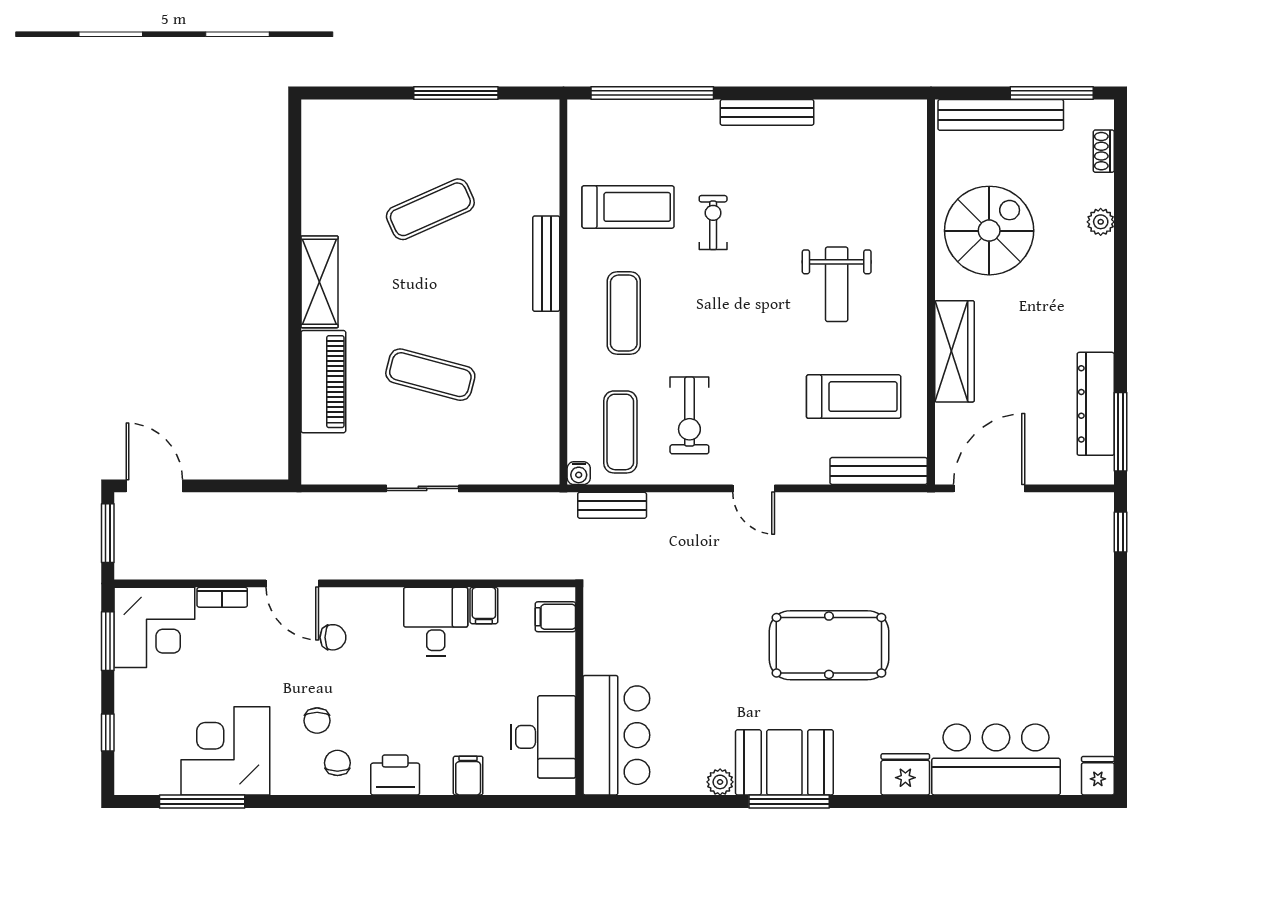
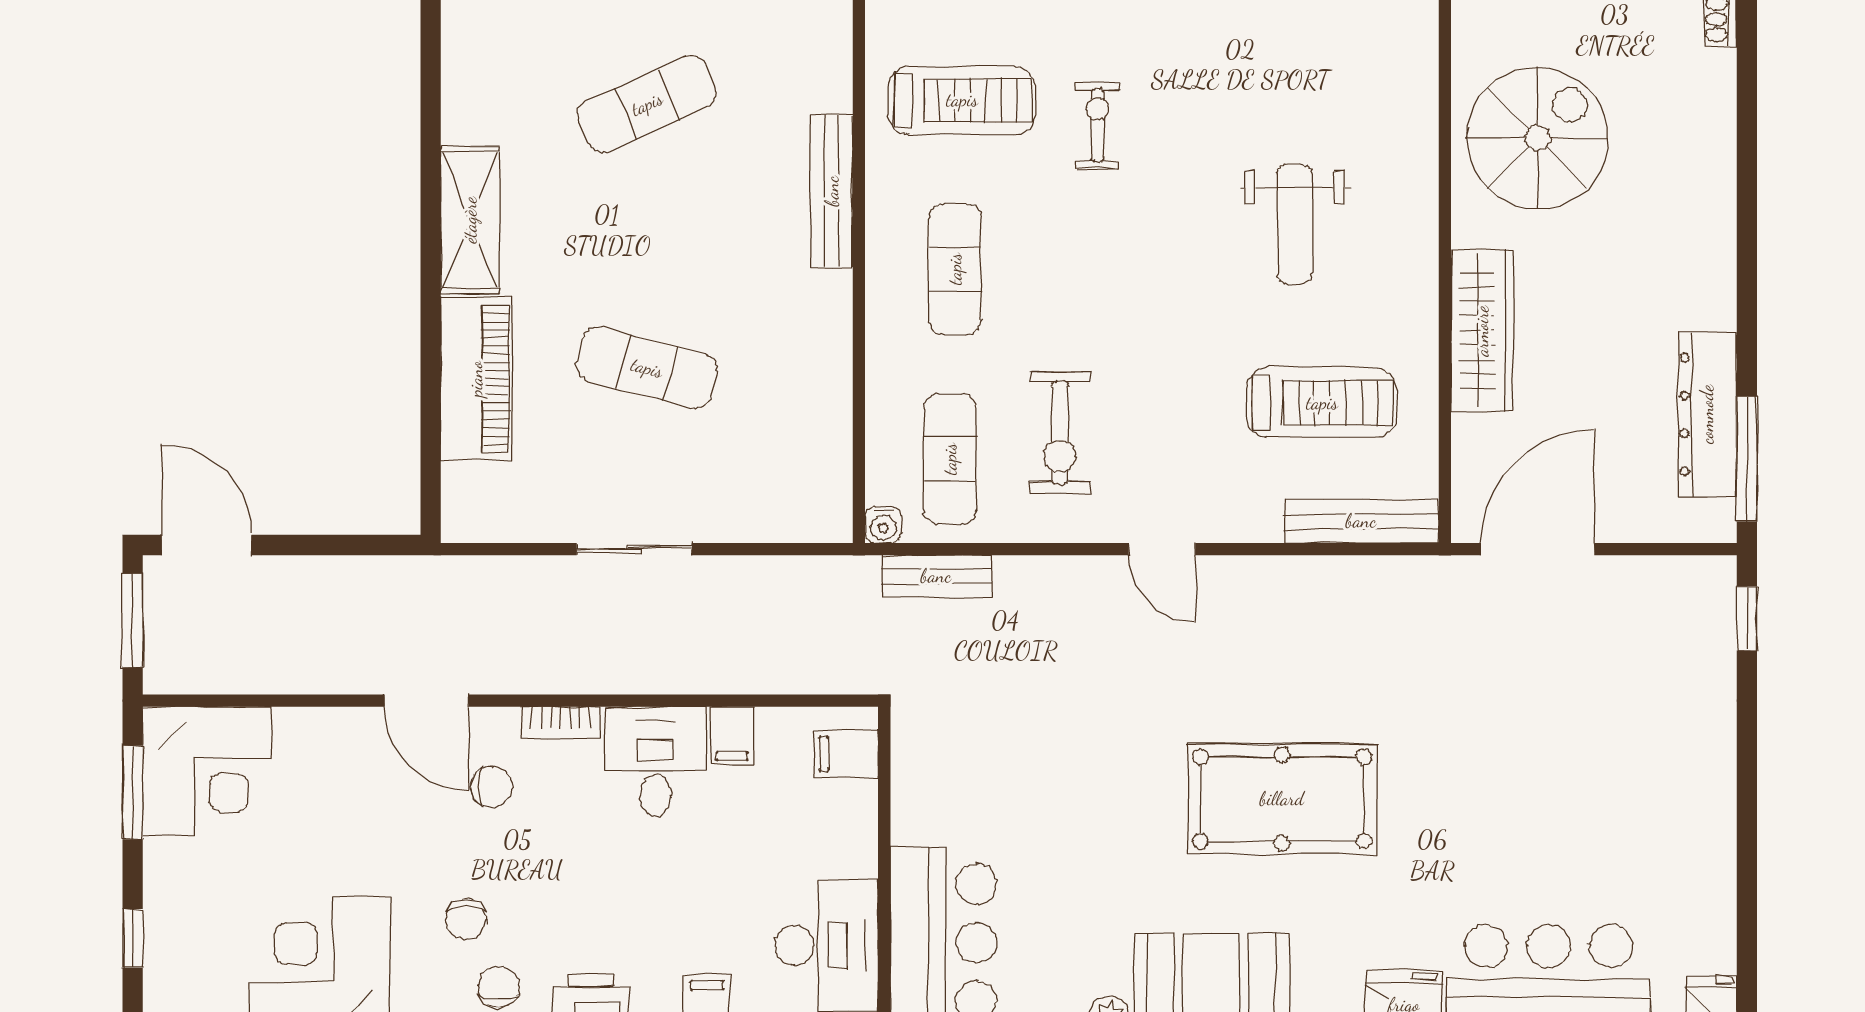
plant: (1101, 222) -> (1715, 124), removed
bookcase: (222, 597) -> (561, 723), moved

